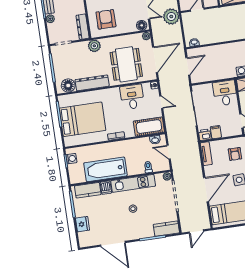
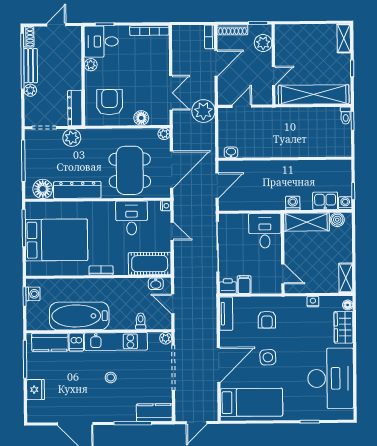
floor lamp: (142, 25) -> (141, 118), moved
plant: (94, 46) -> (72, 138), moved

